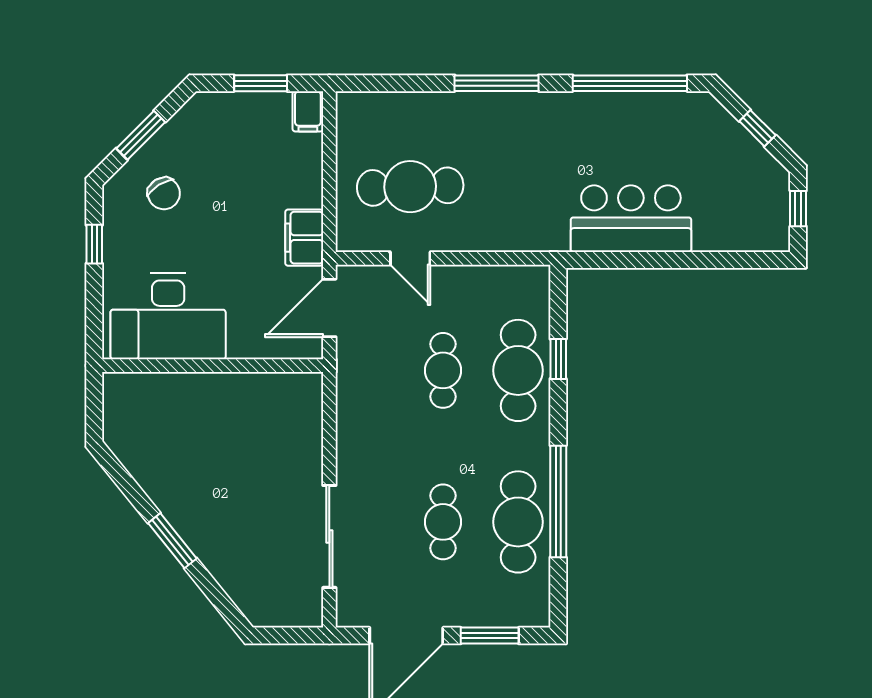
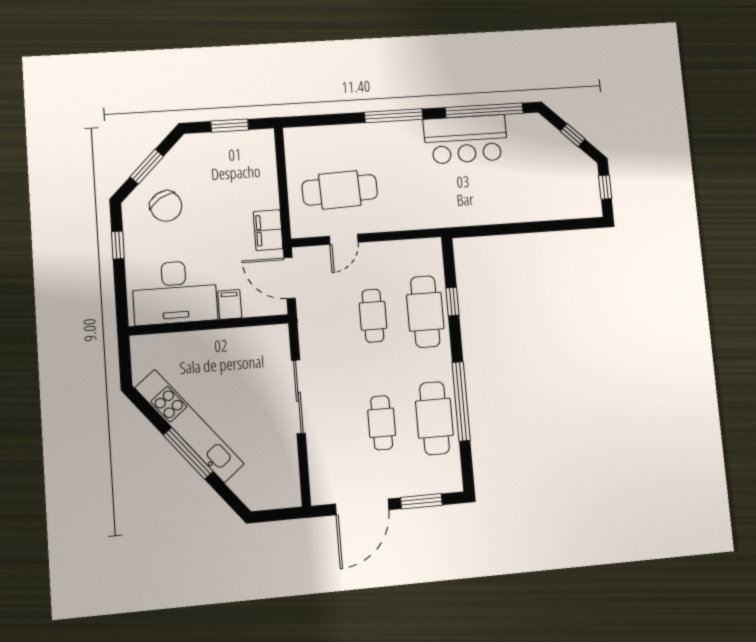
filing cabinet: (308, 111) -> (230, 304), moved, turned 180
chair: (164, 193) -> (166, 206), width x1.37, depth x1.37
bar counter: (631, 219) -> (466, 139), moved, turned 180
door: (410, 258) -> (344, 239), hinge flipped
door: (329, 308) -> (290, 278), hinge flipped
kitchen unit: (177, 504) -> (189, 426), added
sliding door: (329, 536) -> (298, 397), moved
window: (172, 541) -> (188, 453), width x1.44

